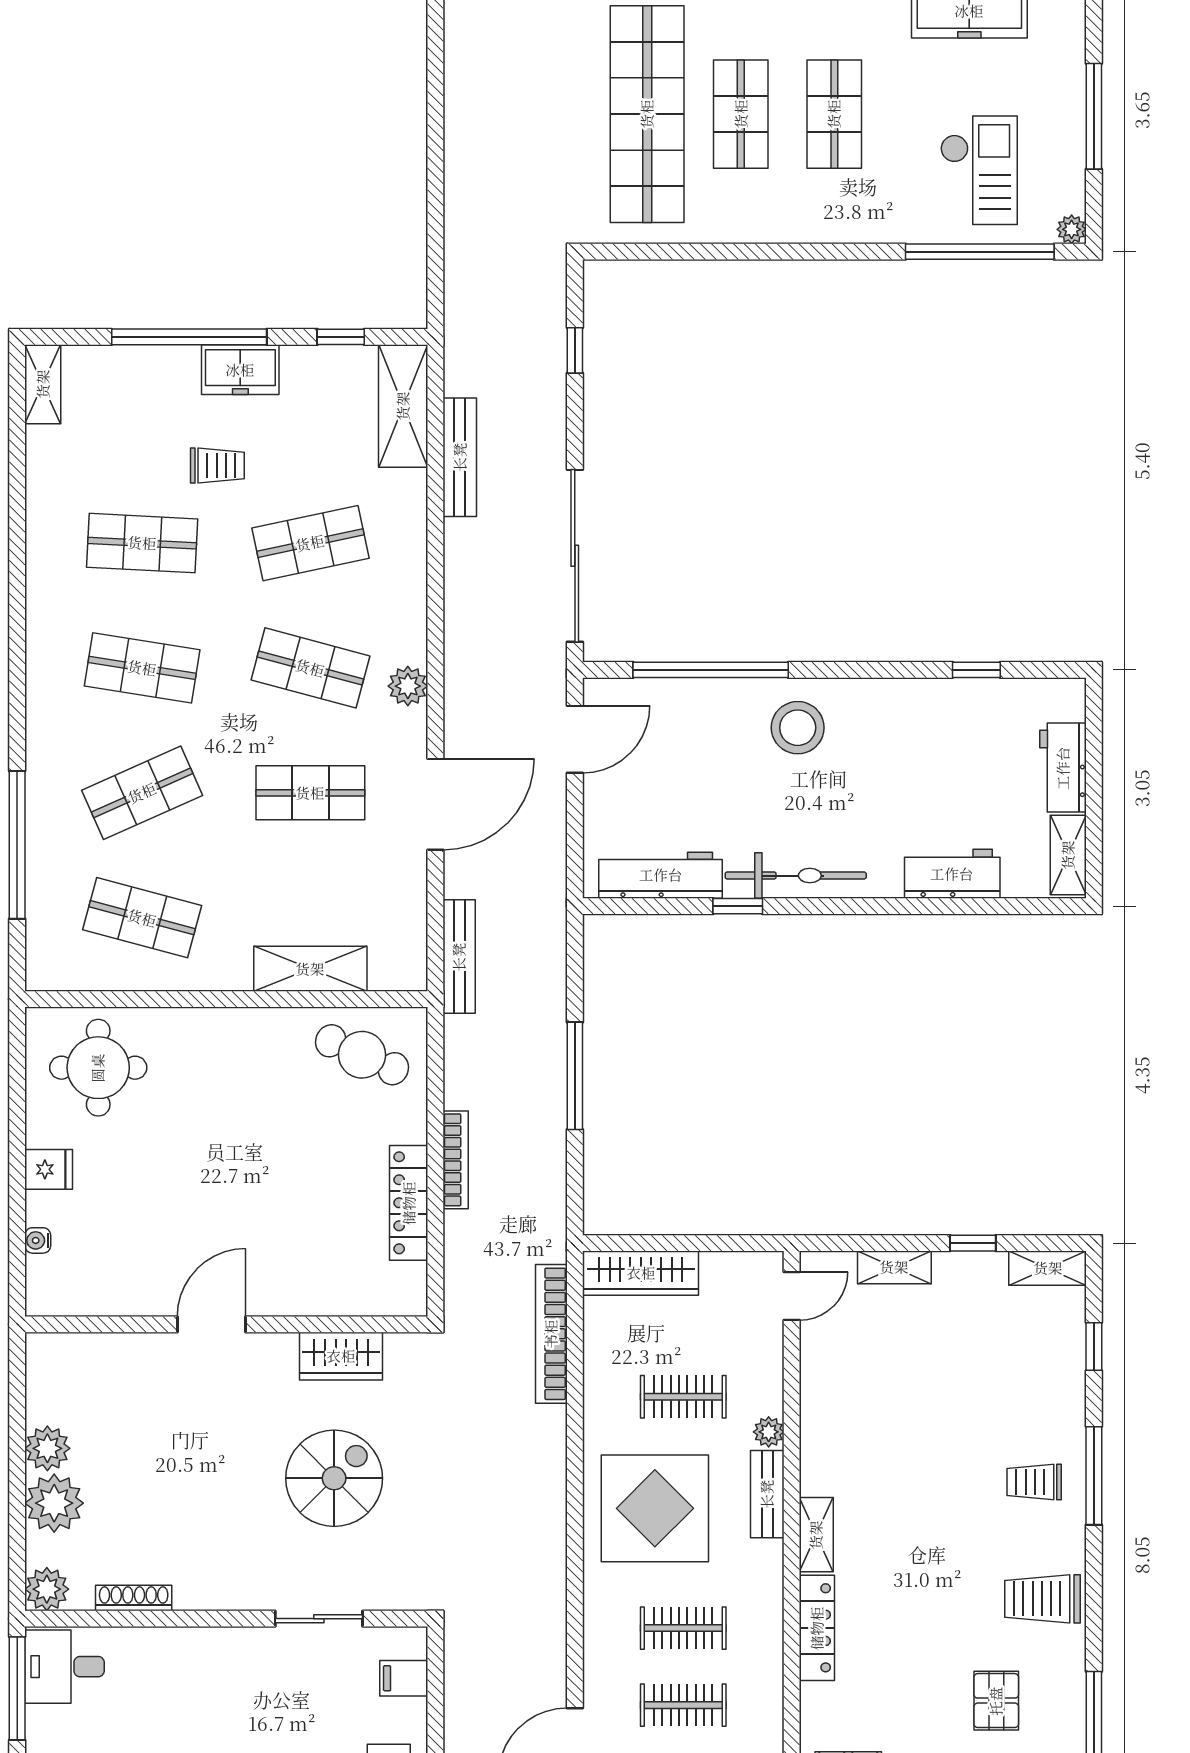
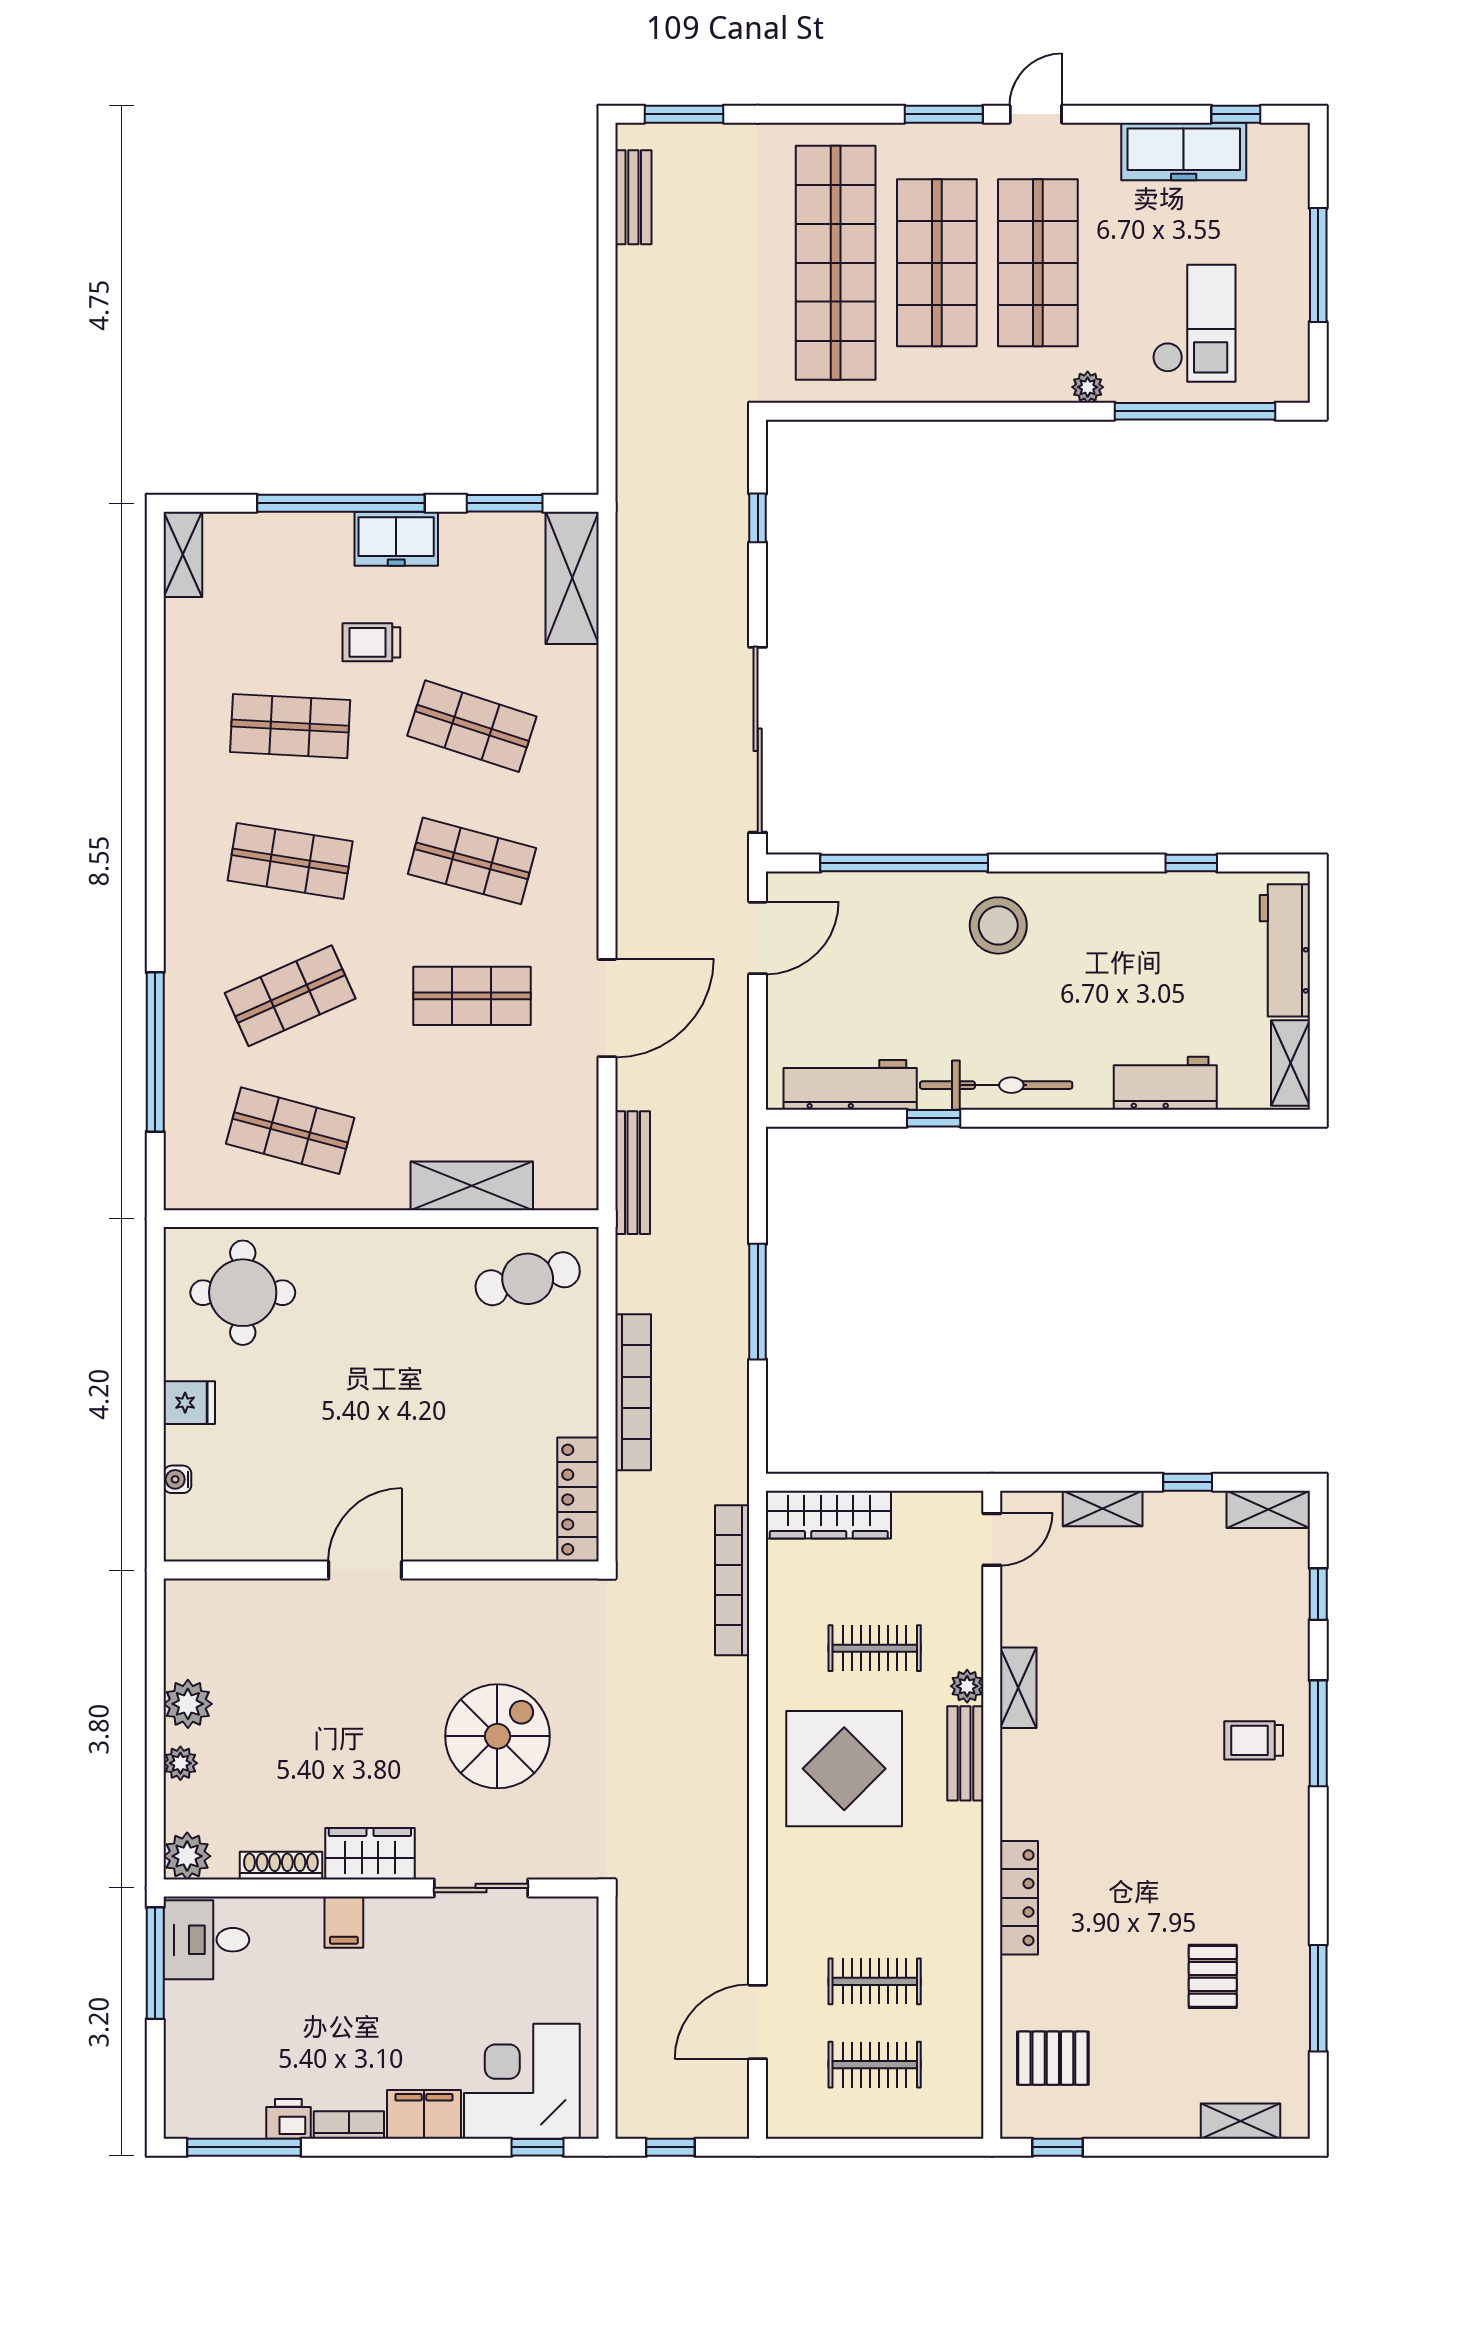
shop shelf: (741, 114) -> (937, 263), width x1.43, depth x1.36
shop shelf: (834, 114) -> (1038, 263), width x1.43, depth x1.36
plant: (1072, 229) -> (1088, 387), moved
window: (341, 337) -> (505, 503), width x1.50
bench: (460, 457) -> (633, 197), moved, width x0.73
trolley: (217, 466) -> (371, 642), turned 180
shop shelf: (310, 543) -> (472, 726), turned 30
plant: (408, 686) -> (577, 880), removed
workbench: (1063, 768) -> (1285, 950), width x1.38
cafe table: (362, 1055) -> (528, 1279), turned -38
bookcase: (456, 1160) -> (633, 1392), width x1.48, depth x1.31
locker: (409, 1203) -> (578, 1500), moved
wardrobe: (341, 1356) -> (370, 1854), moved, turned 180
plant: (54, 1503) -> (180, 1763), width x0.53, depth x0.53
shelving: (816, 1535) -> (1018, 1688), moved
trolley: (1042, 1599) -> (1263, 1867), removed
clothes rail: (683, 1628) -> (875, 1898), removed
filing cabinet: (404, 1678) -> (344, 1922), moved, turned -90

